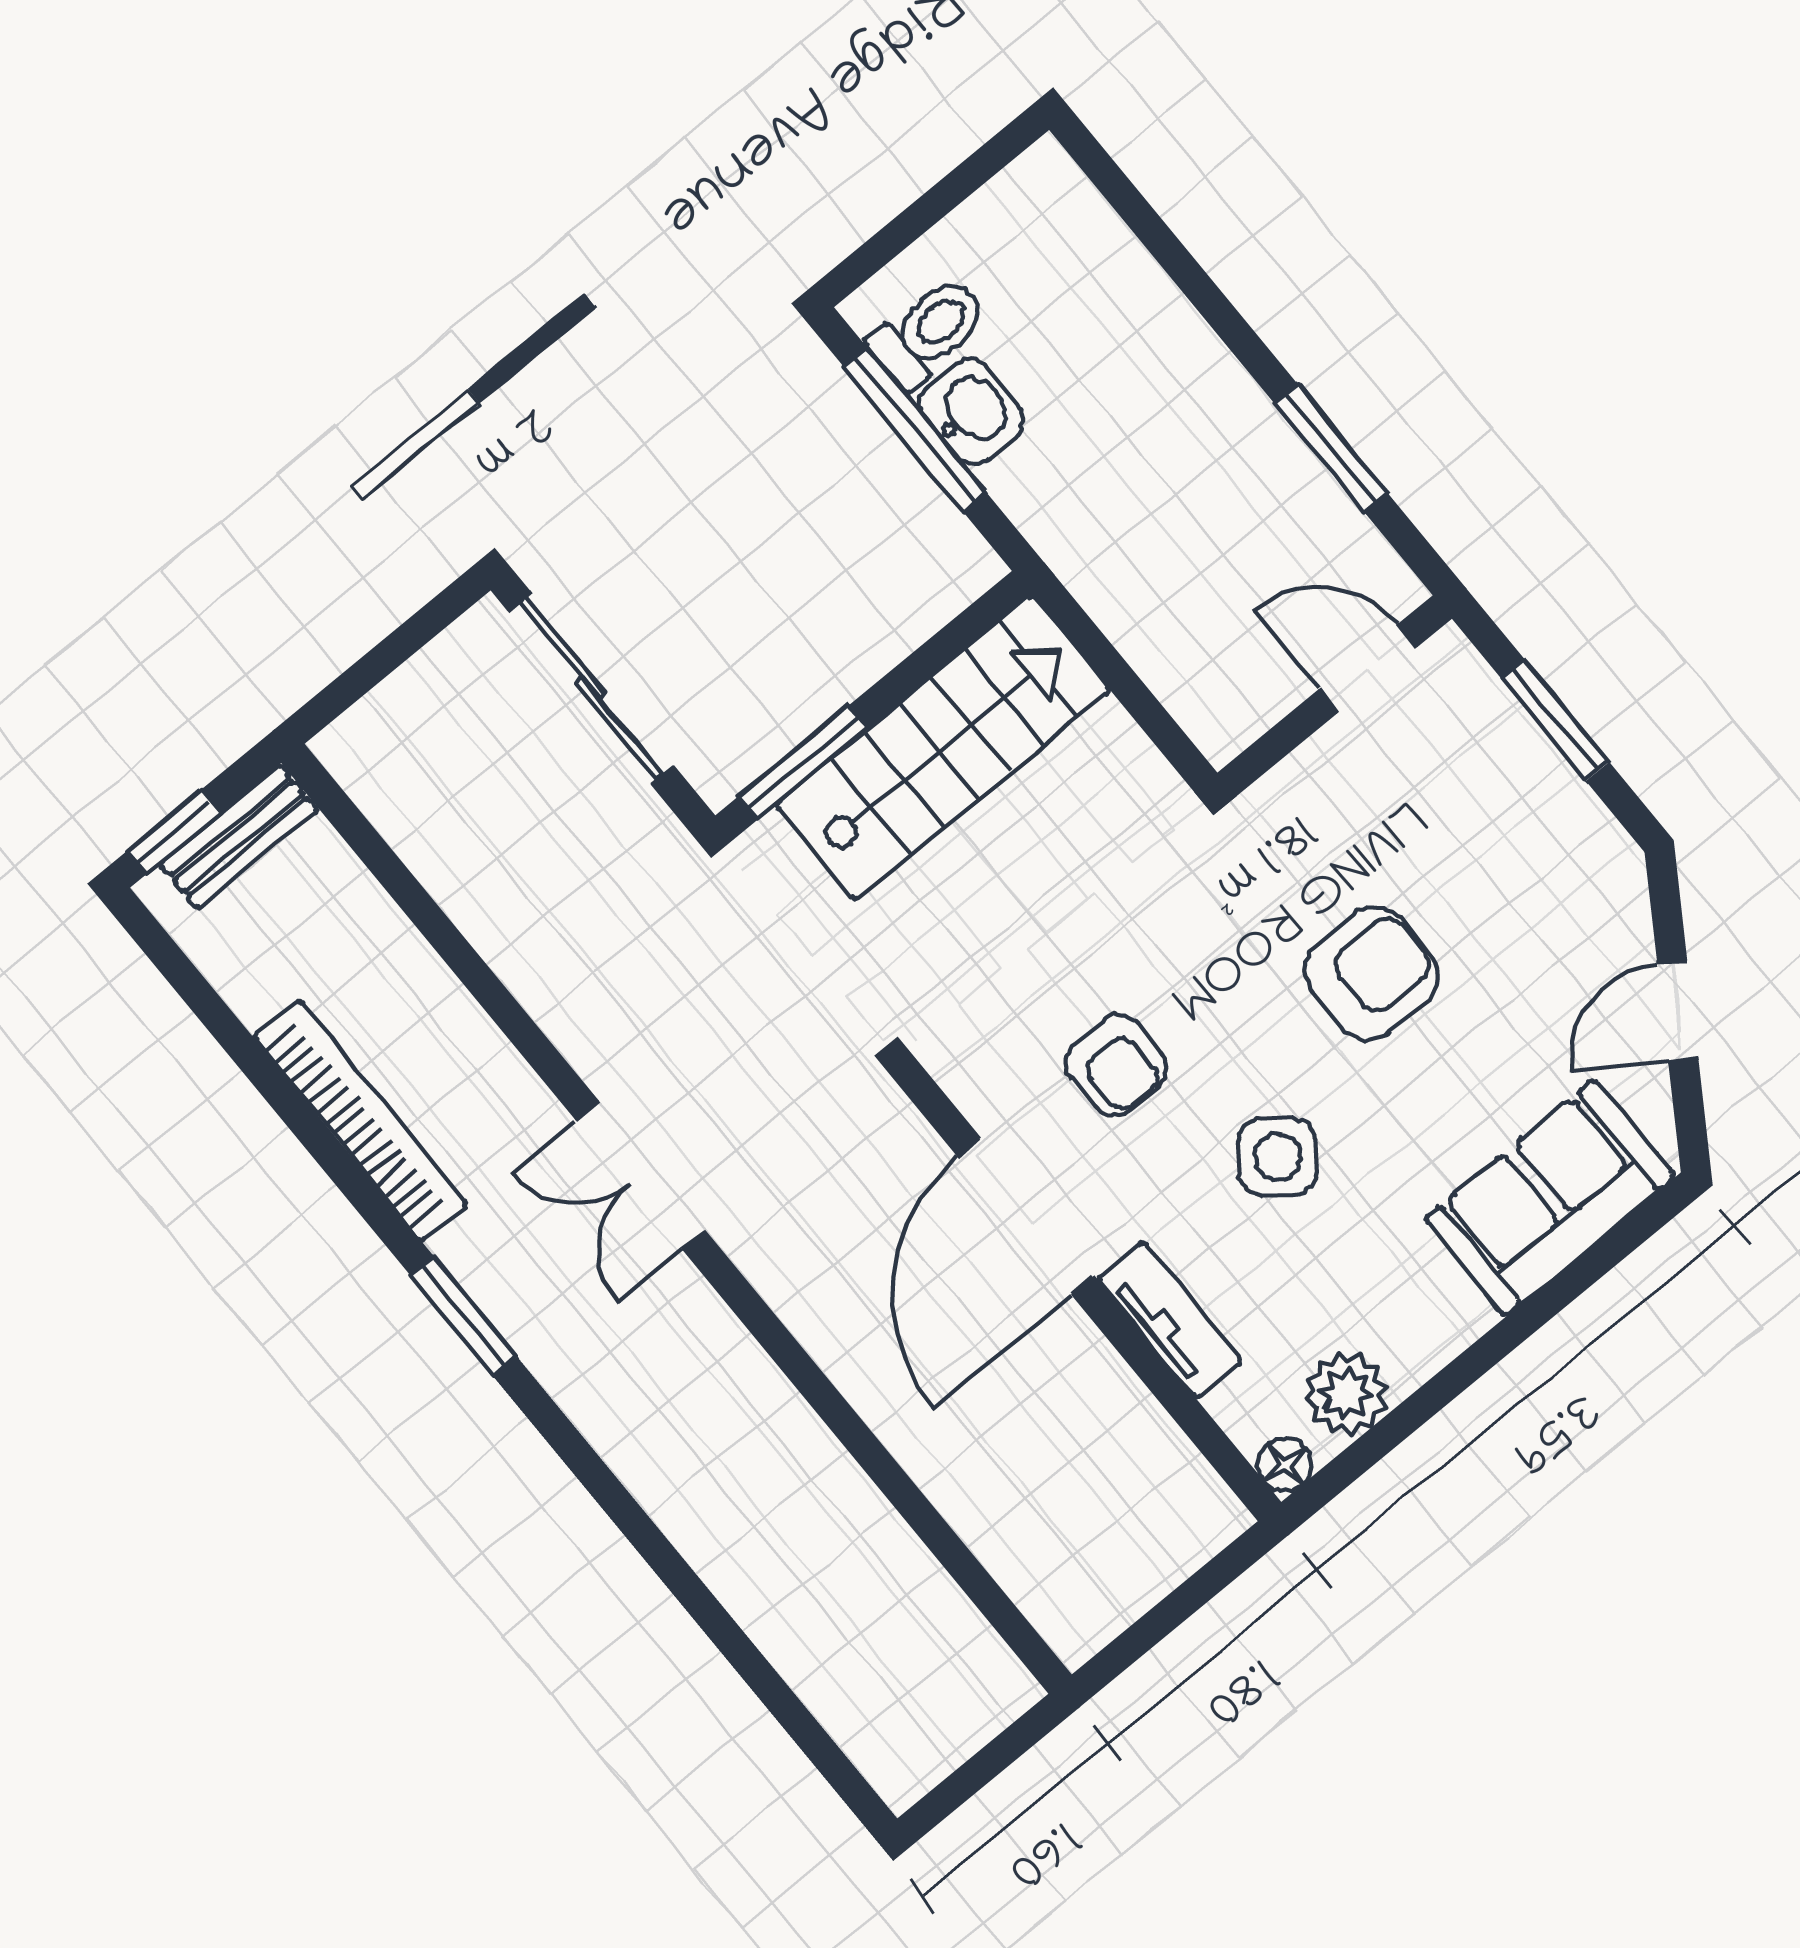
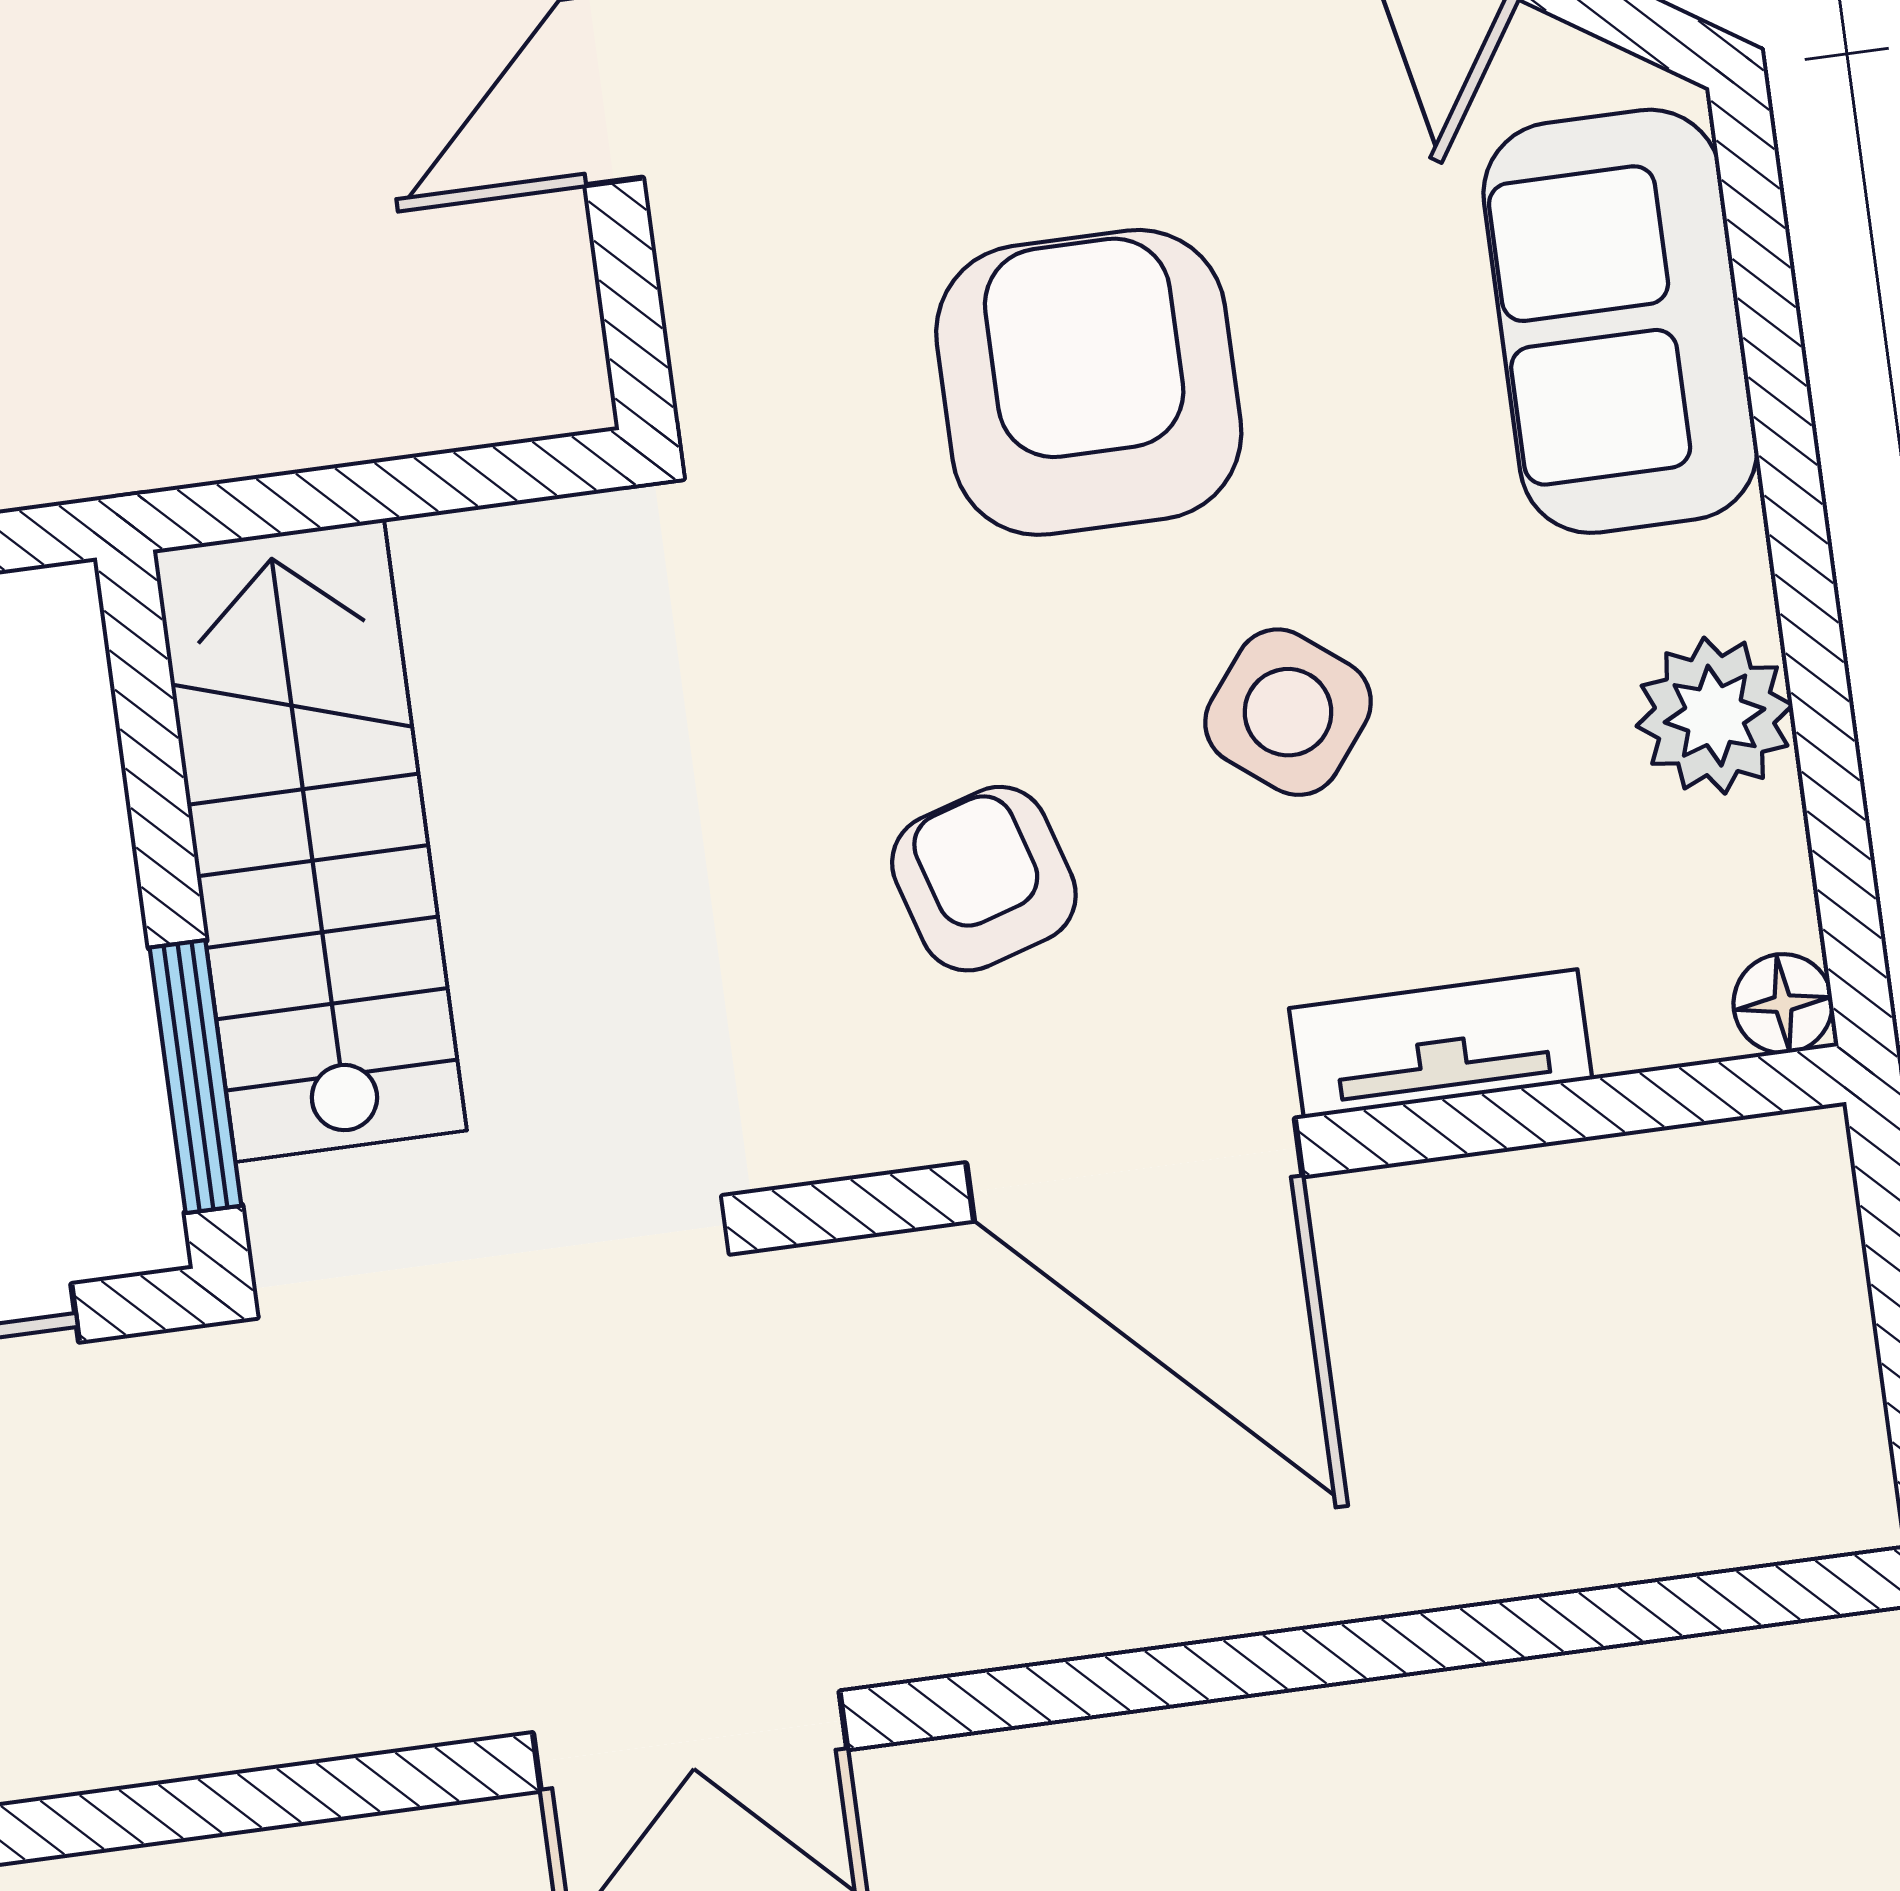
armchair: (1372, 973) -> (1089, 382), width x1.36, depth x1.36
armchair: (1116, 1065) -> (984, 879), turned -107
plant: (1346, 1394) -> (1715, 716), moved

